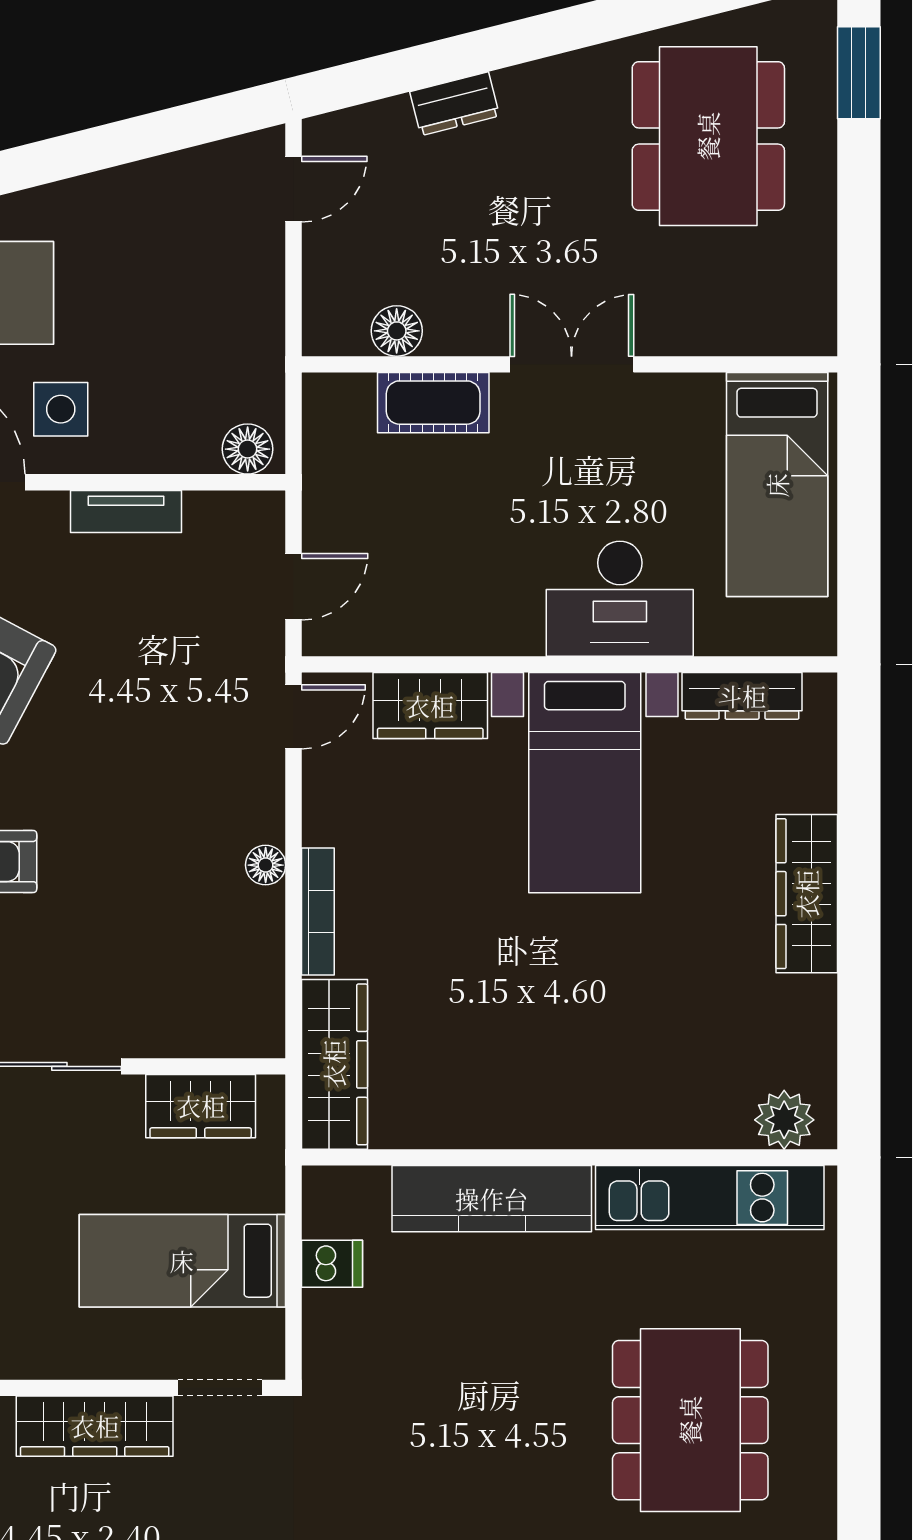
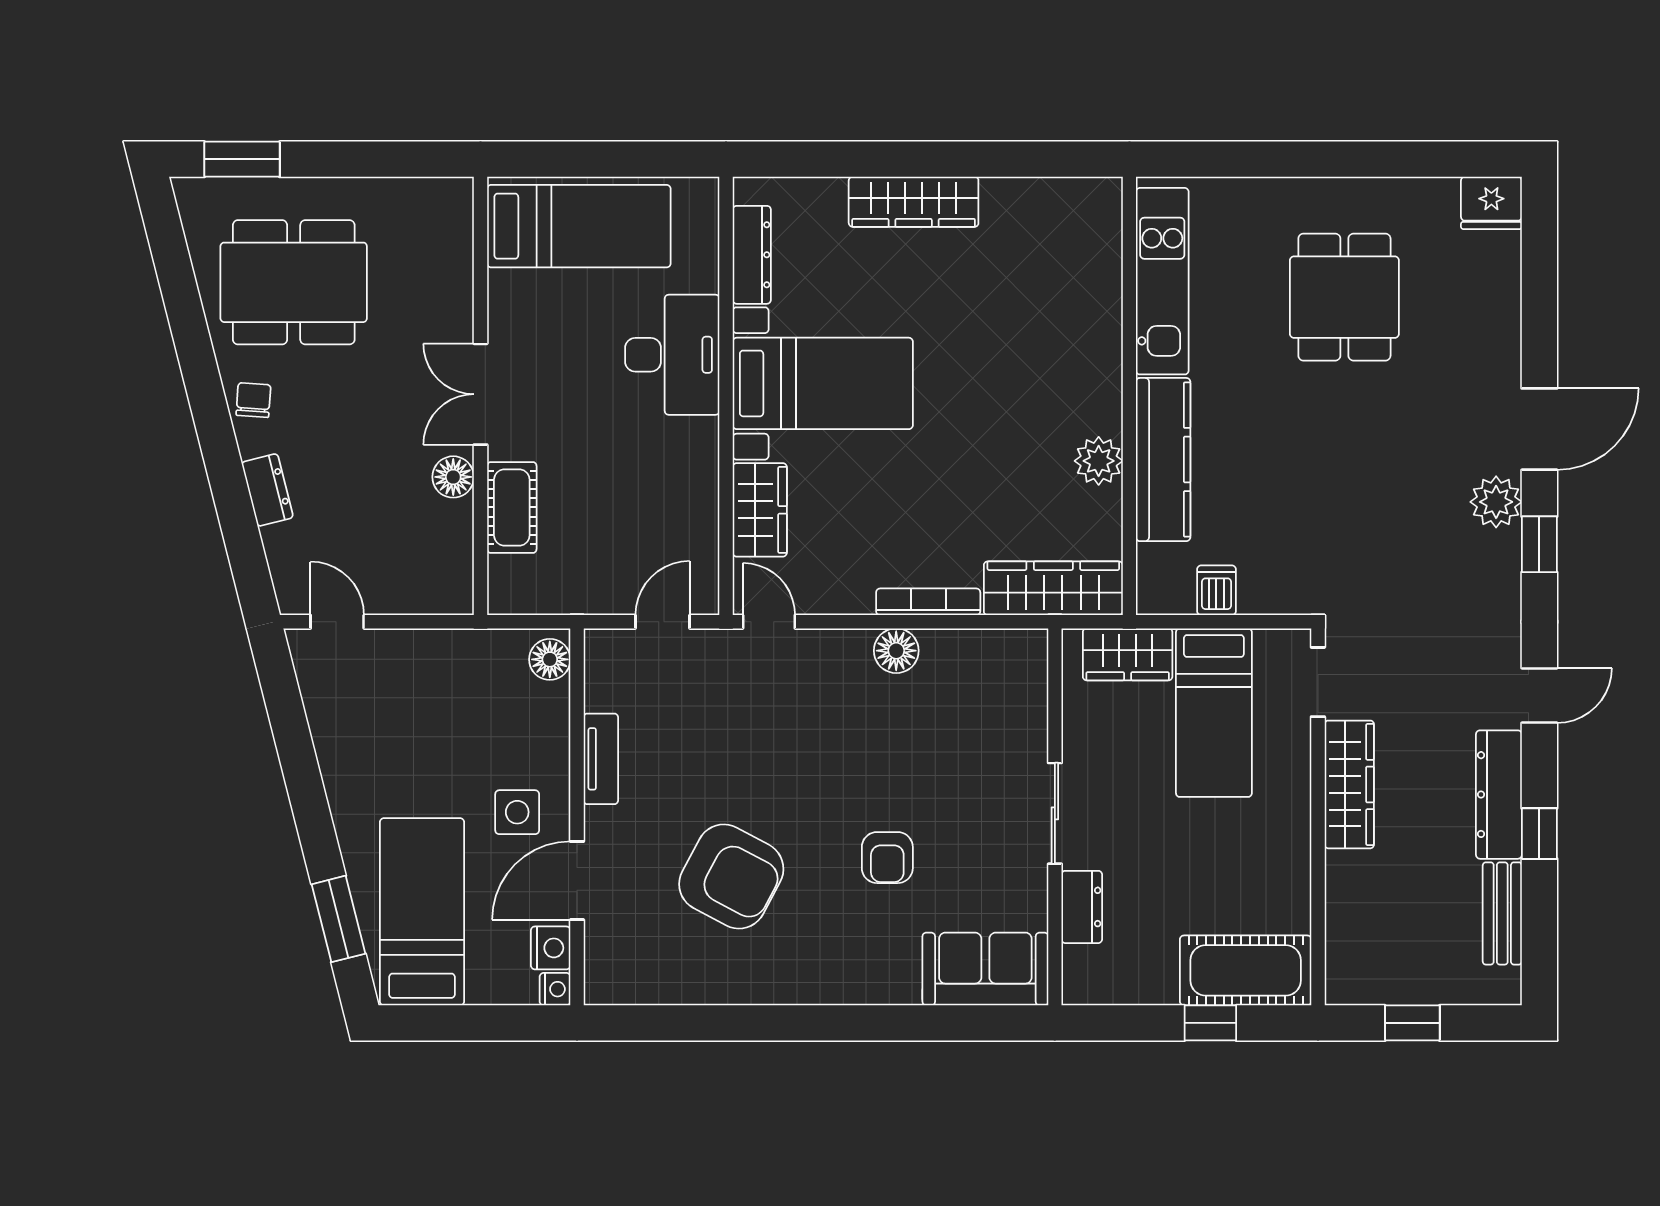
chair: (564, 87) -> (253, 400), added
floor lamp: (397, 331) -> (453, 477), moved
door: (294, 587) -> (663, 622), hinge flipped
floor lamp: (266, 865) -> (896, 651), width x1.37, depth x1.37
wardrobe: (201, 1106) -> (1128, 654), moved, turned 90
plant: (784, 1120) -> (1099, 461), moved
dining table: (690, 1420) -> (1344, 297), width x0.73

